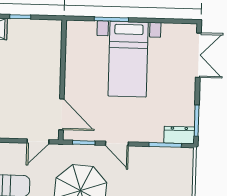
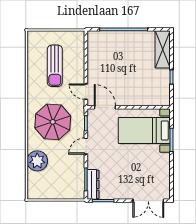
bed with nightstands: (128, 59) -> (144, 130), moved
door: (61, 114) -> (105, 107), swing flipped
dresser: (179, 135) -> (93, 184), width x1.44

